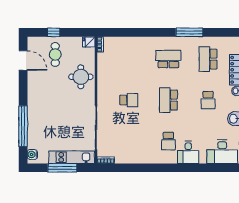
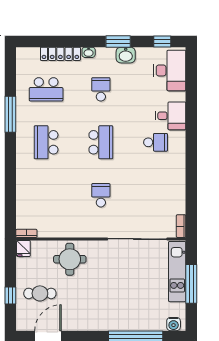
school desk: (168, 100) -> (101, 142), turned -90
school desk: (208, 100) -> (101, 89), turned -90

